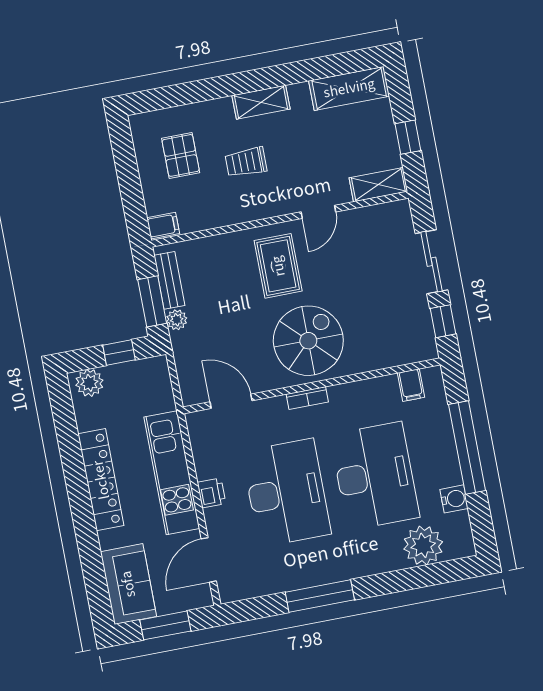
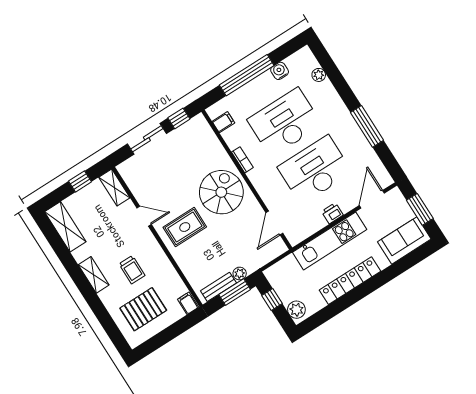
pallet: (181, 155) -> (143, 309), width x1.50, depth x1.42
spiral stairs: (308, 341) -> (221, 192), turned 90
bookcase: (307, 398) -> (242, 160), moved
plant: (423, 545) -> (319, 75), width x0.53, depth x0.53
door: (209, 560) -> (372, 199), swing flipped

